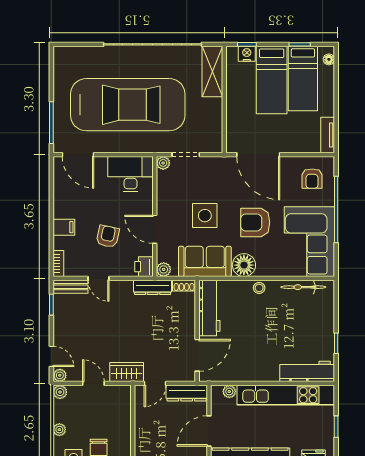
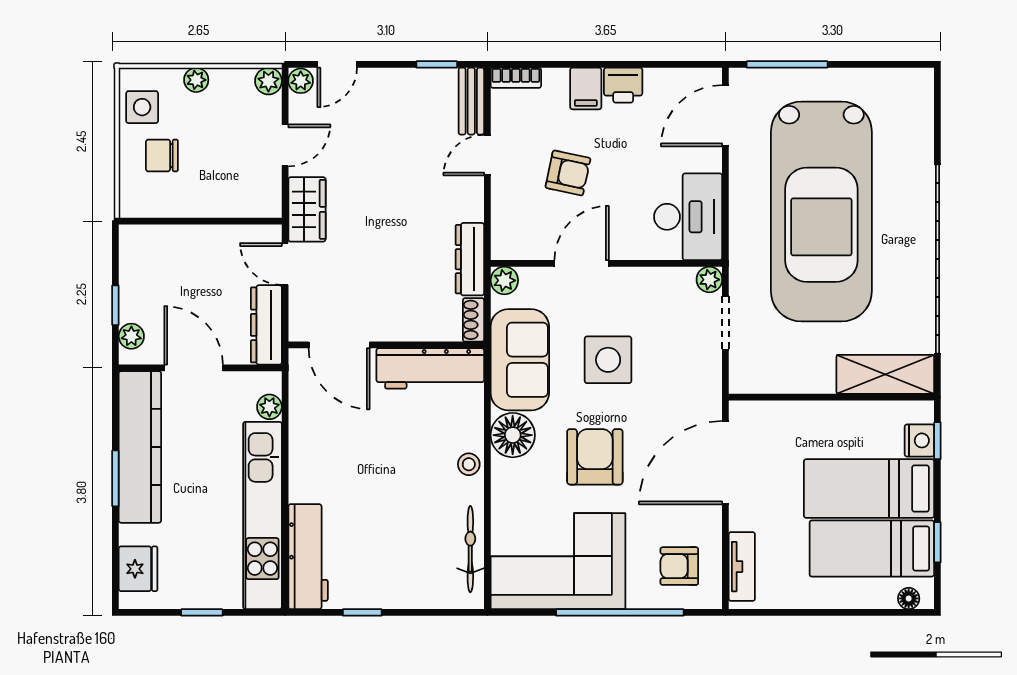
tv unit: (328, 135) -> (742, 567), moved, turned 90
printer: (144, 267) -> (623, 85), moved, turned 180

